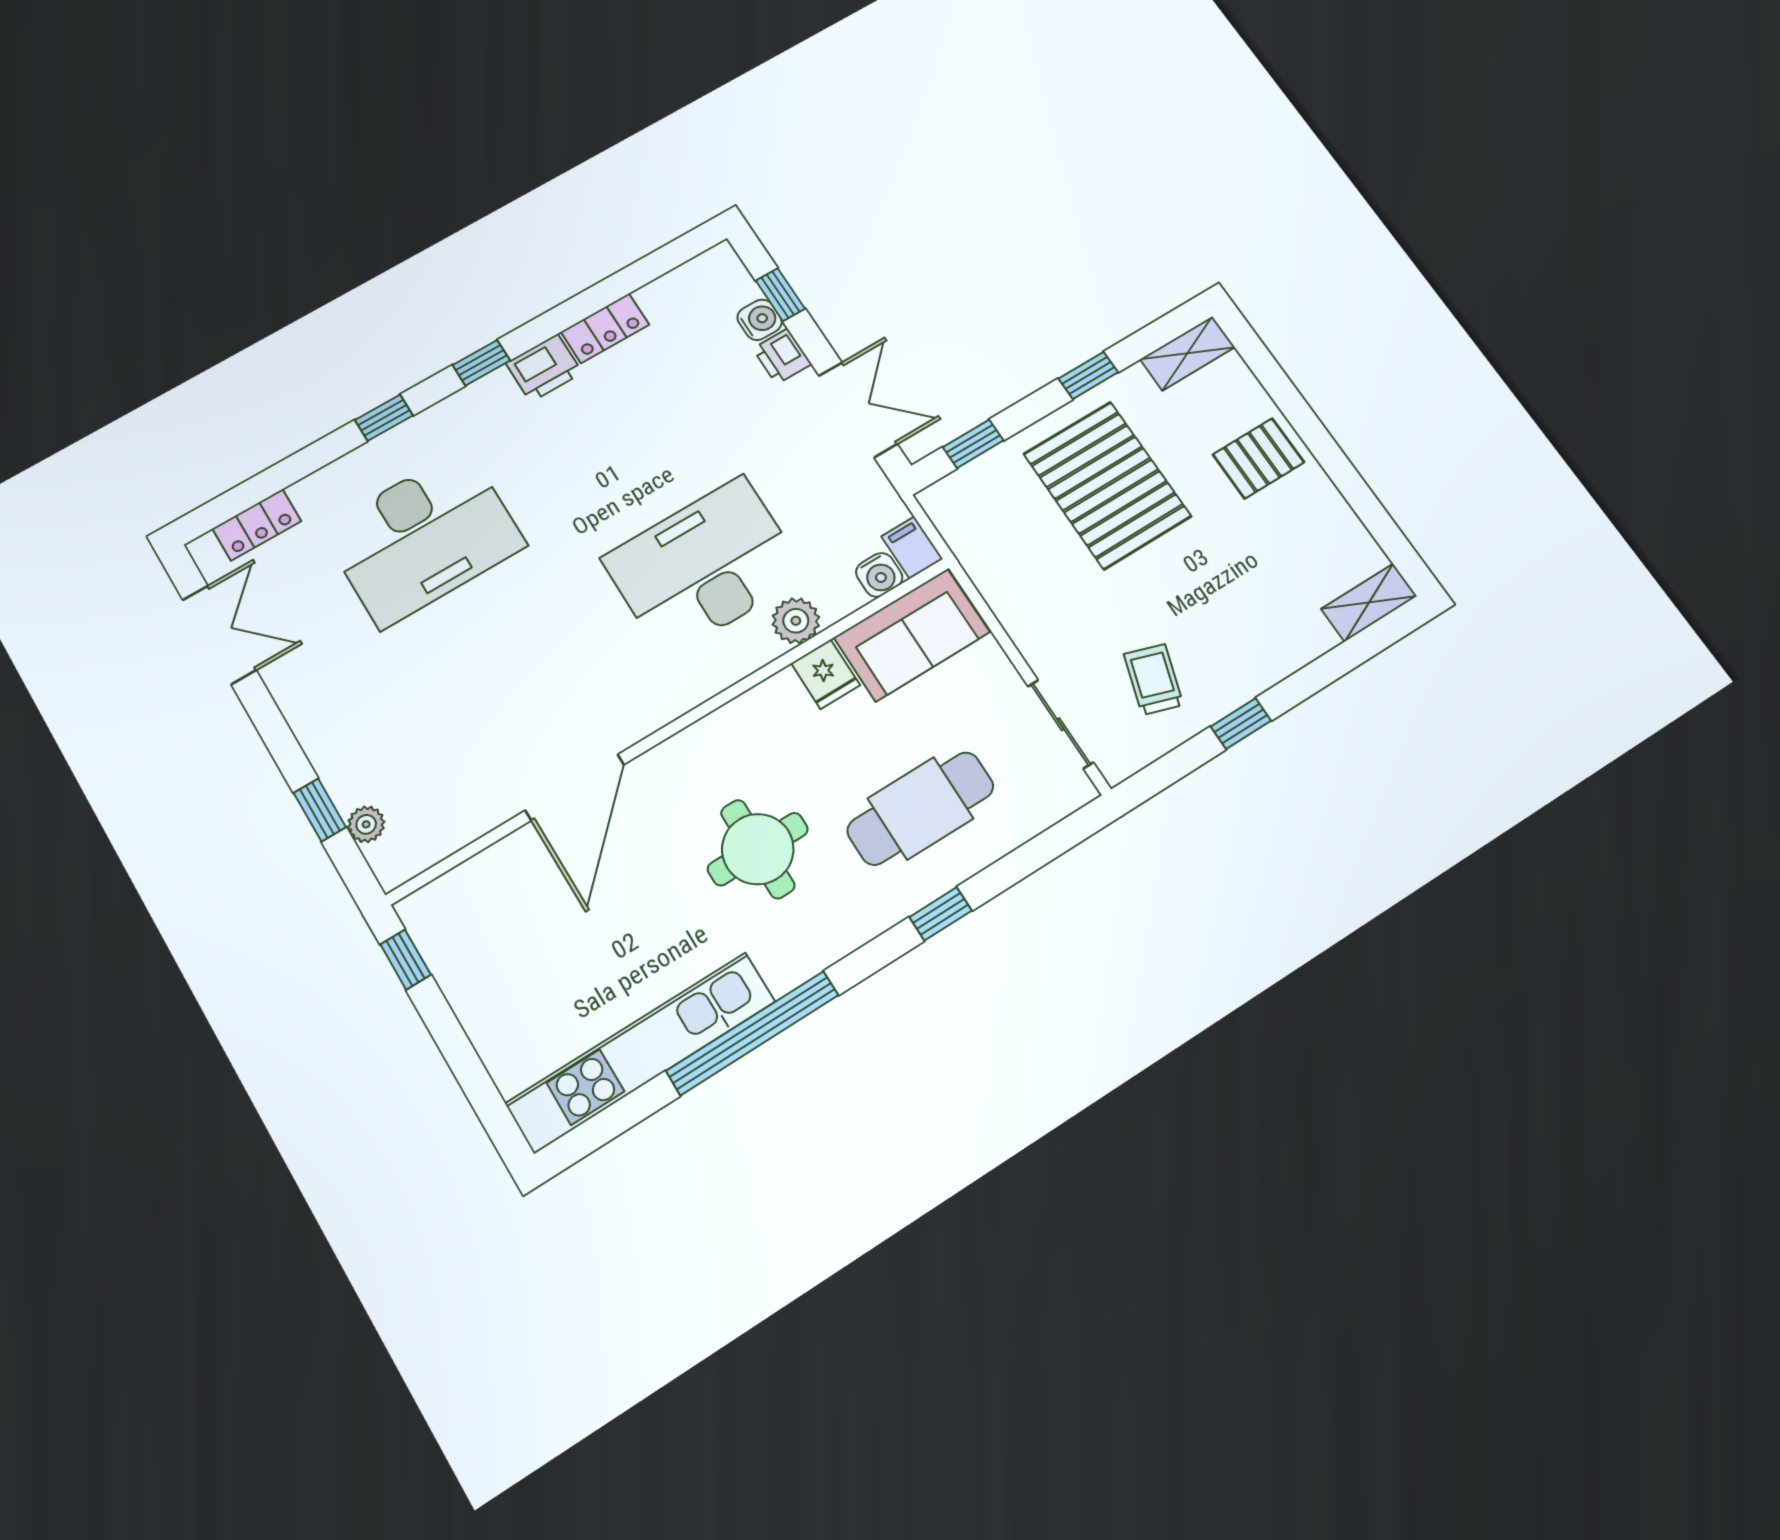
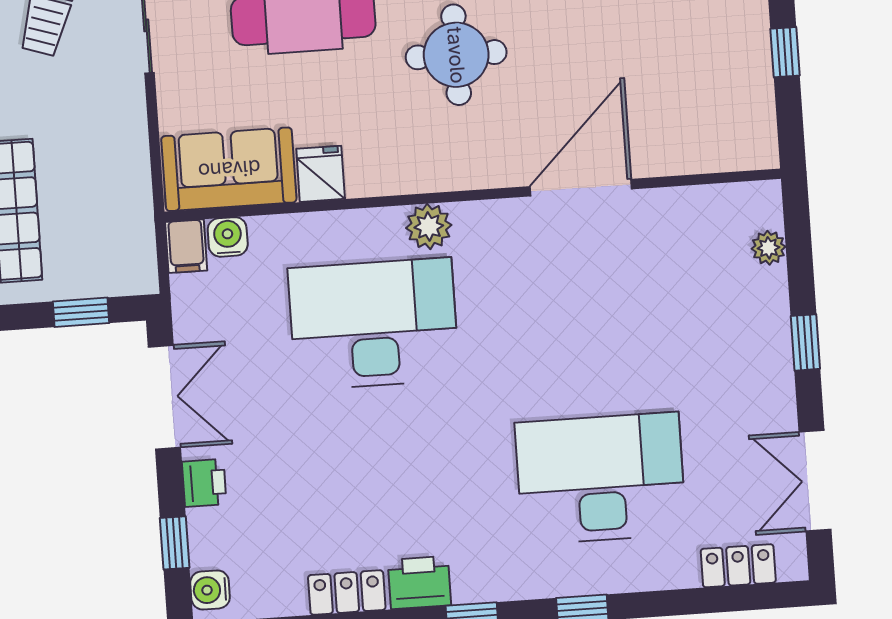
water cooler: (760, 320) -> (210, 590), moved
double door: (858, 410) -> (164, 397), swing flipped
desk: (704, 567) -> (374, 324), turned 180
plant: (796, 621) -> (429, 226), moved
window: (320, 810) -> (805, 342), moved
window: (406, 960) -> (785, 52), moved

